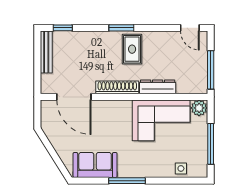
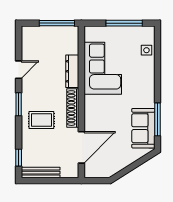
door: (190, 28) -> (19, 70), moved
rug: (132, 49) -> (41, 120), moved
plant: (199, 108) -> (91, 34), removed
window: (127, 181) -> (157, 119), moved

